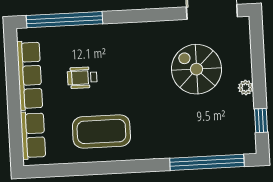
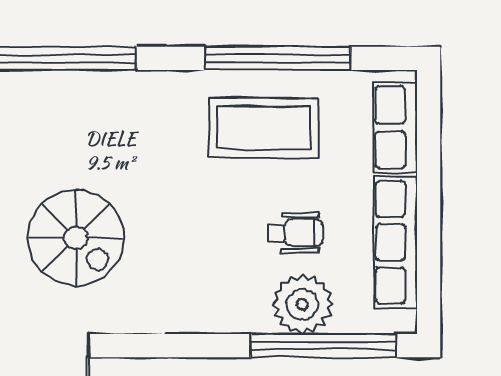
plant: (77, 41) -> (302, 304), added
window: (96, 168) -> (278, 58), added

